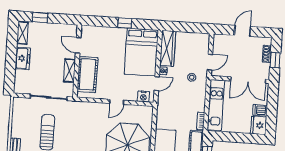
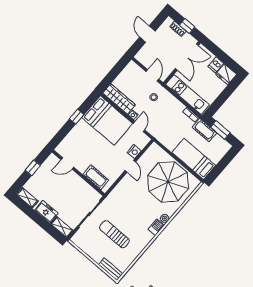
window: (40, 17) -> (33, 168), moved
shelving: (69, 71) -> (62, 227), moved
cot: (87, 74) -> (96, 177), width x0.73, depth x0.75
nightstand: (143, 96) -> (134, 152), moved

